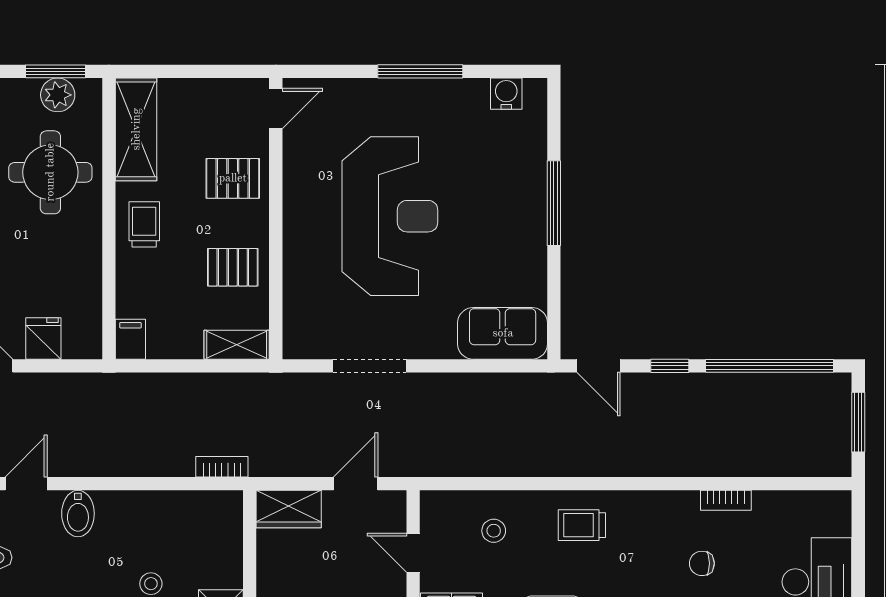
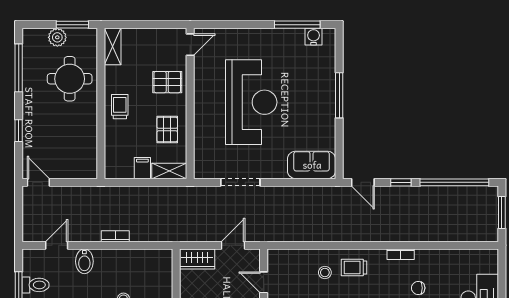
window: (420, 71) -> (297, 25), moved
plant: (58, 95) -> (57, 37), moved
shelving: (136, 129) -> (113, 47), width x0.67, depth x0.75
pallet: (233, 267) -> (167, 130), turned 90
fridge: (43, 339) -> (66, 168), removed
filing cabinet: (130, 339) -> (142, 168), moved
bookcase: (222, 467) -> (115, 236), moved
bookcase: (726, 500) -> (401, 254), moved
stool: (494, 531) -> (325, 273), moved

